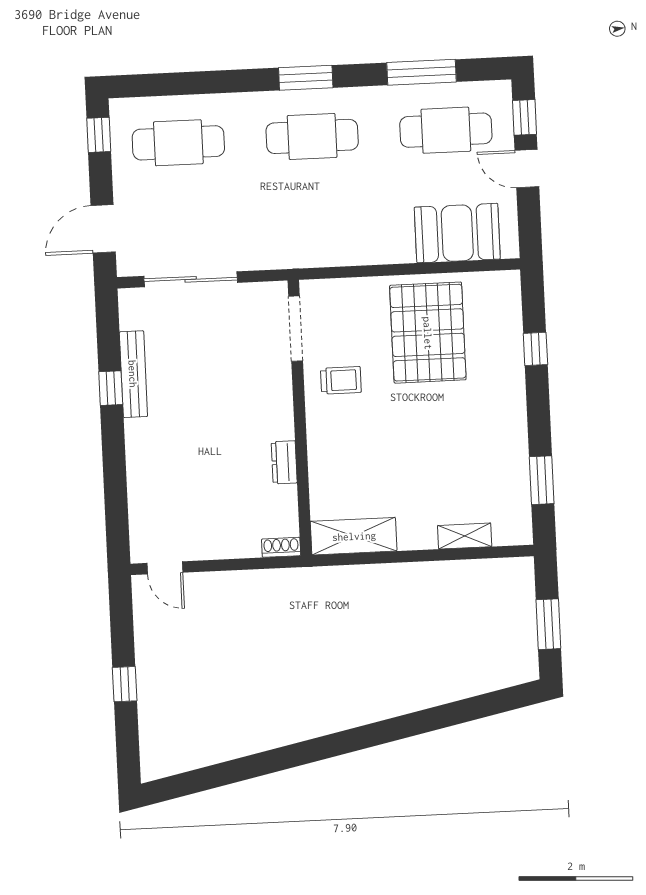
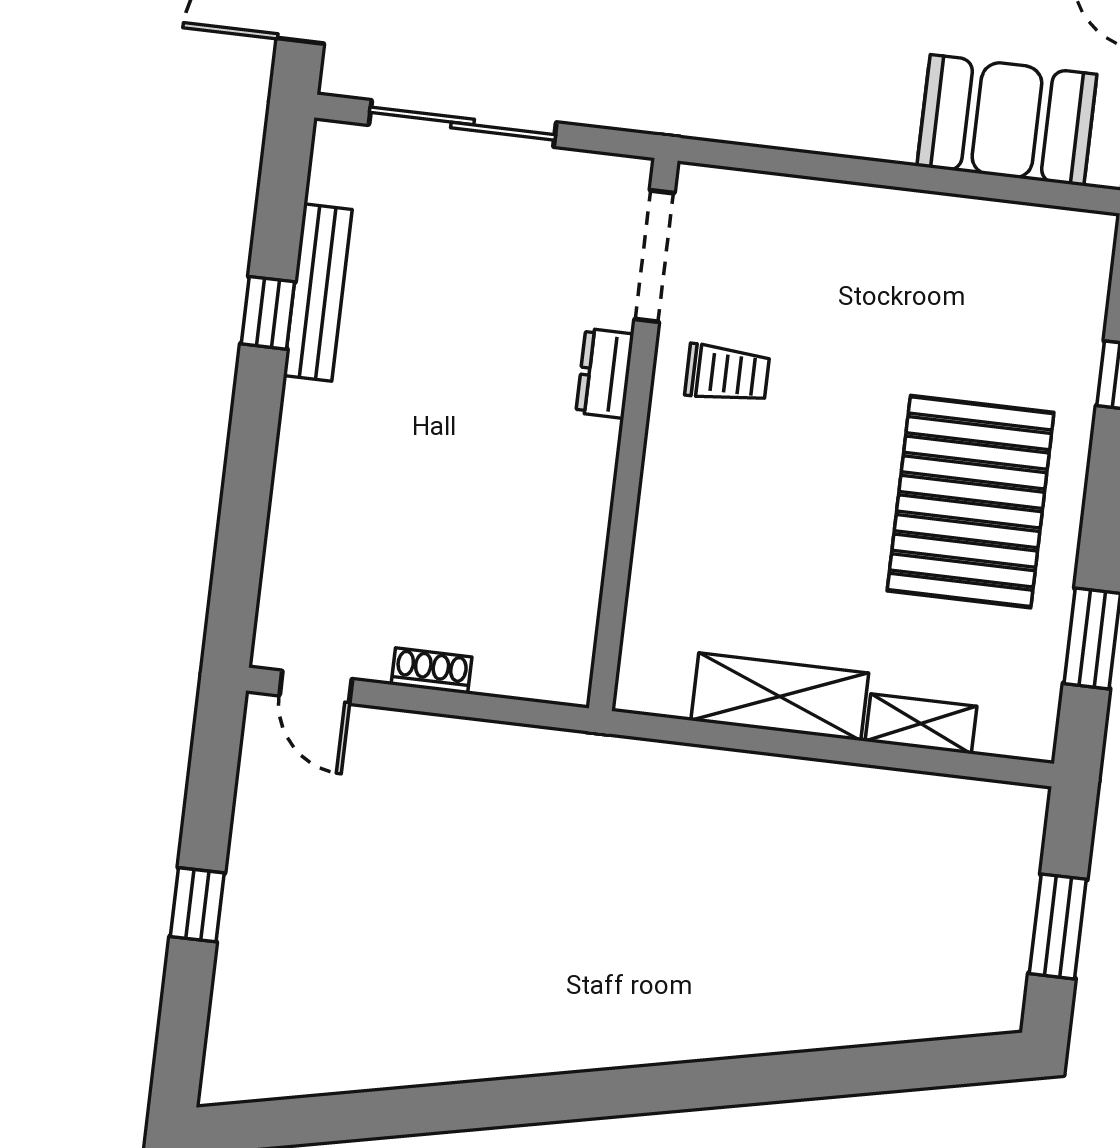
pallet: (428, 333) -> (971, 502), moved
dresser: (284, 462) -> (605, 373), moved
shelving: (354, 536) -> (780, 697), moved
shoe rack: (281, 547) -> (432, 671), moved

